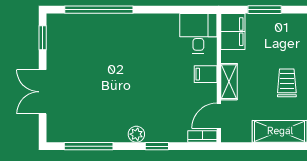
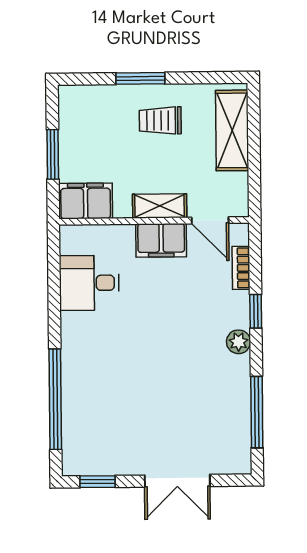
desk: (198, 34) -> (89, 283), moved
filing cabinet: (206, 74) -> (161, 240), width x2.00
bookcase: (202, 136) -> (241, 268), moved

